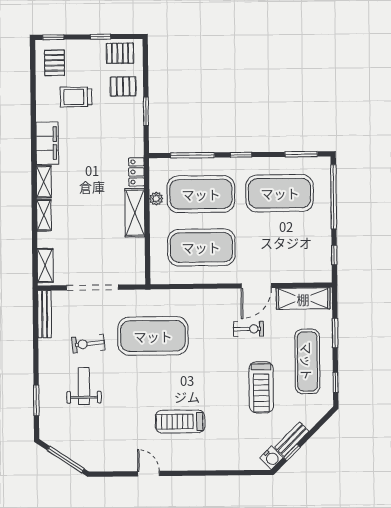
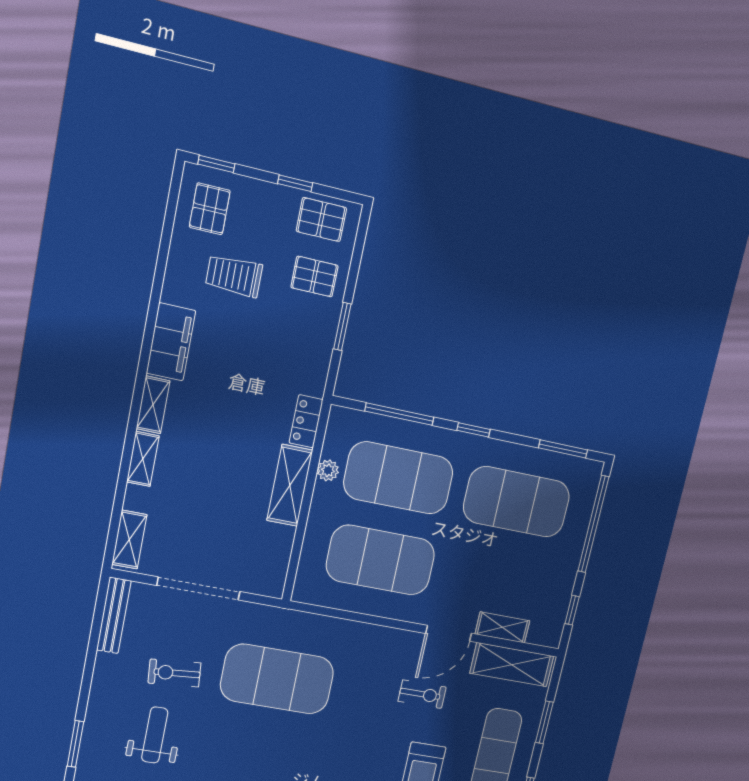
shelving: (291, 275) -> (502, 627), added

